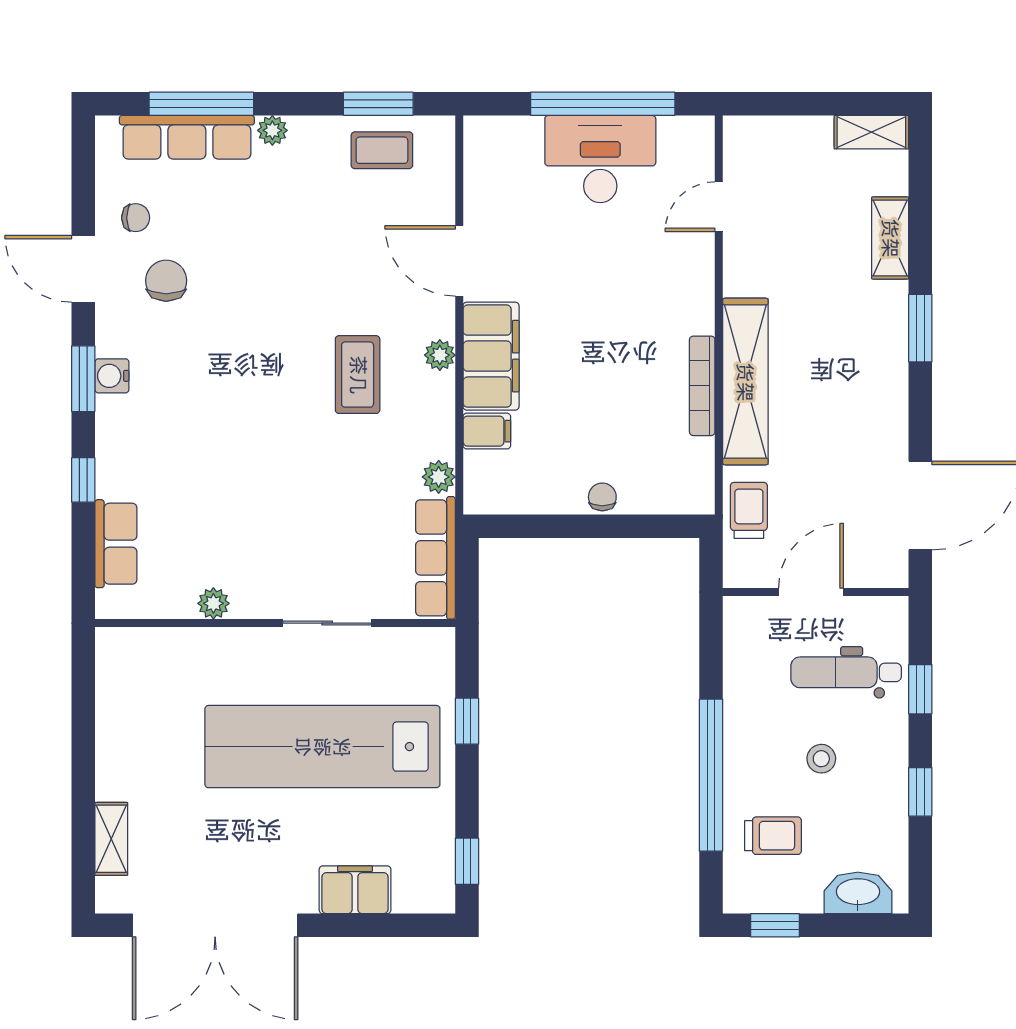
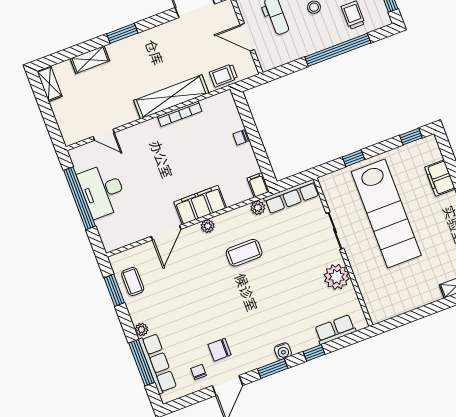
coffee table: (358, 375) -> (244, 253), moved
water cooler: (112, 376) -> (283, 351), moved
filing cabinet: (487, 431) -> (258, 185), moved
plant: (213, 603) -> (337, 277), width x1.88, depth x1.88

